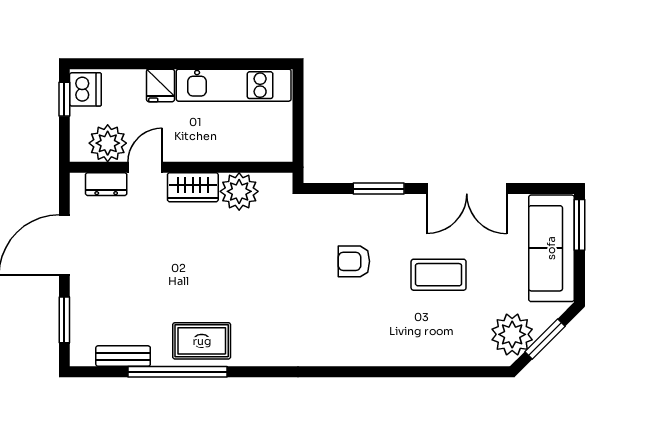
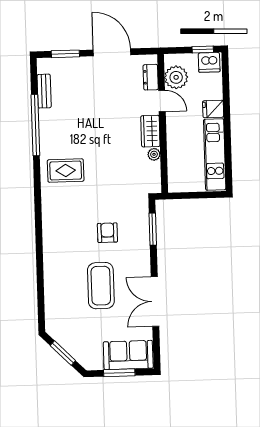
window: (379, 189) -> (153, 229), moved
plant: (239, 191) -> (154, 154), width x0.53, depth x0.53
window: (579, 225) -> (119, 373), moved
sofa: (551, 248) -> (128, 355), width x0.73
coffee table: (439, 275) -> (101, 286), width x1.36, depth x1.32
plant: (512, 334) -> (65, 333), removed
rug: (202, 341) -> (66, 171), moved, turned 90

